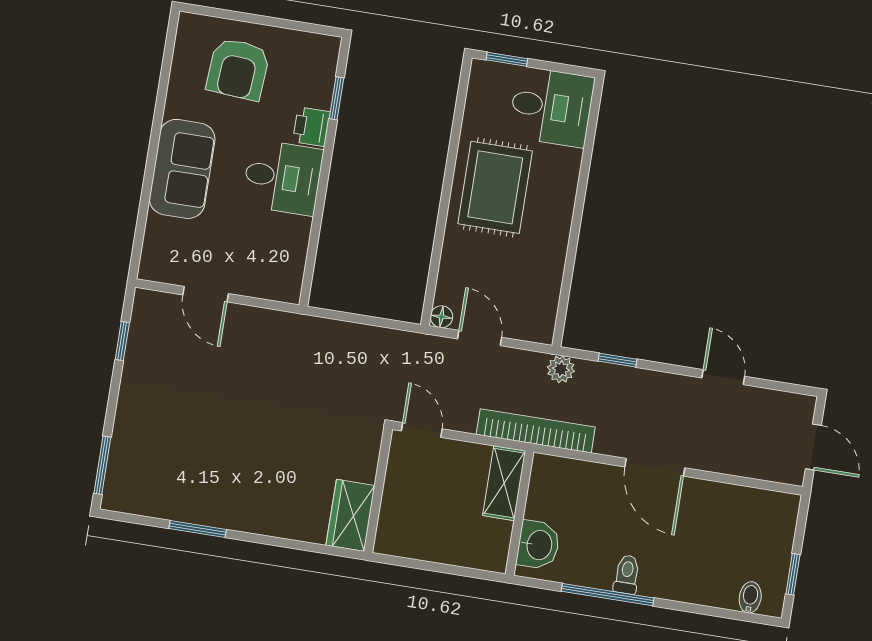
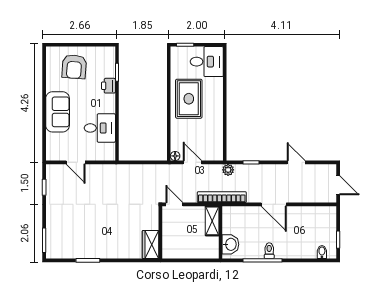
desk: (283, 177) -> (100, 128), moved

